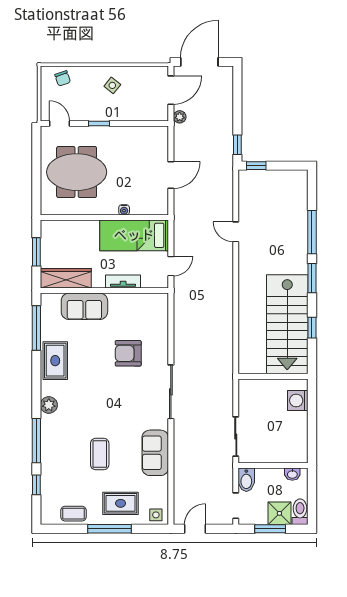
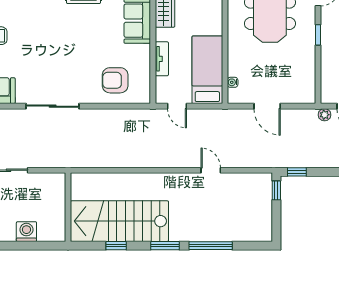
water cooler: (124, 210) -> (233, 82), moved
door: (236, 232) -> (211, 170), hinge flipped
armchair: (128, 353) -> (115, 80), moved, turned -90
washing machine: (298, 400) -> (26, 232), moved

